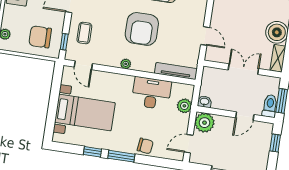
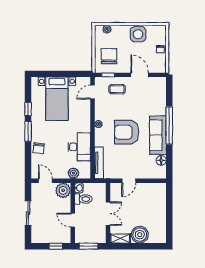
toilet: (270, 106) -> (83, 199), moved

